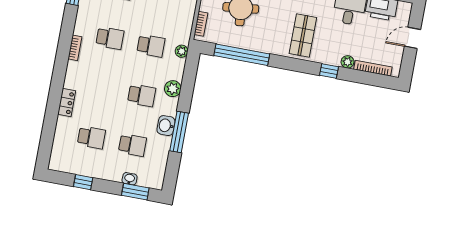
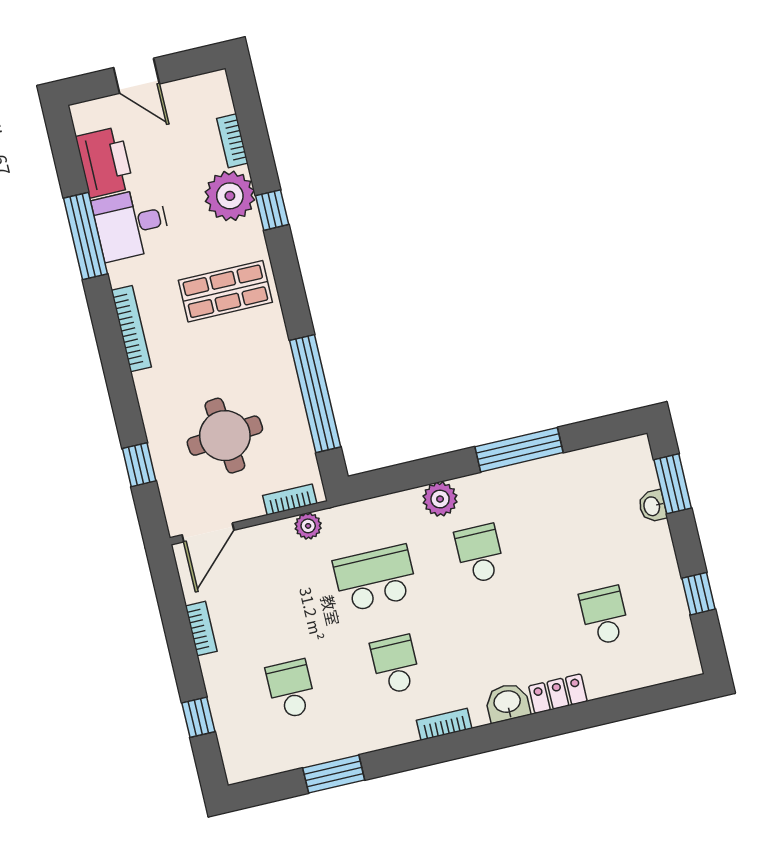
school desk: (151, 46) -> (375, 578), width x1.85
plant: (182, 51) -> (308, 526), moved
plant: (348, 62) -> (230, 196), width x1.87, depth x1.87
bookcase: (373, 68) -> (232, 141), width x0.64
washbasin: (166, 126) -> (507, 703), moved, turned 180
school desk: (132, 145) -> (584, 529), removed

